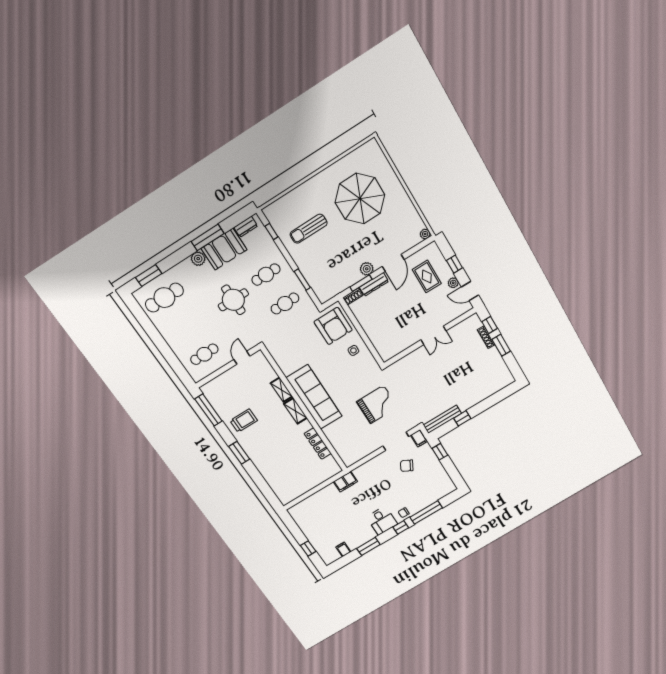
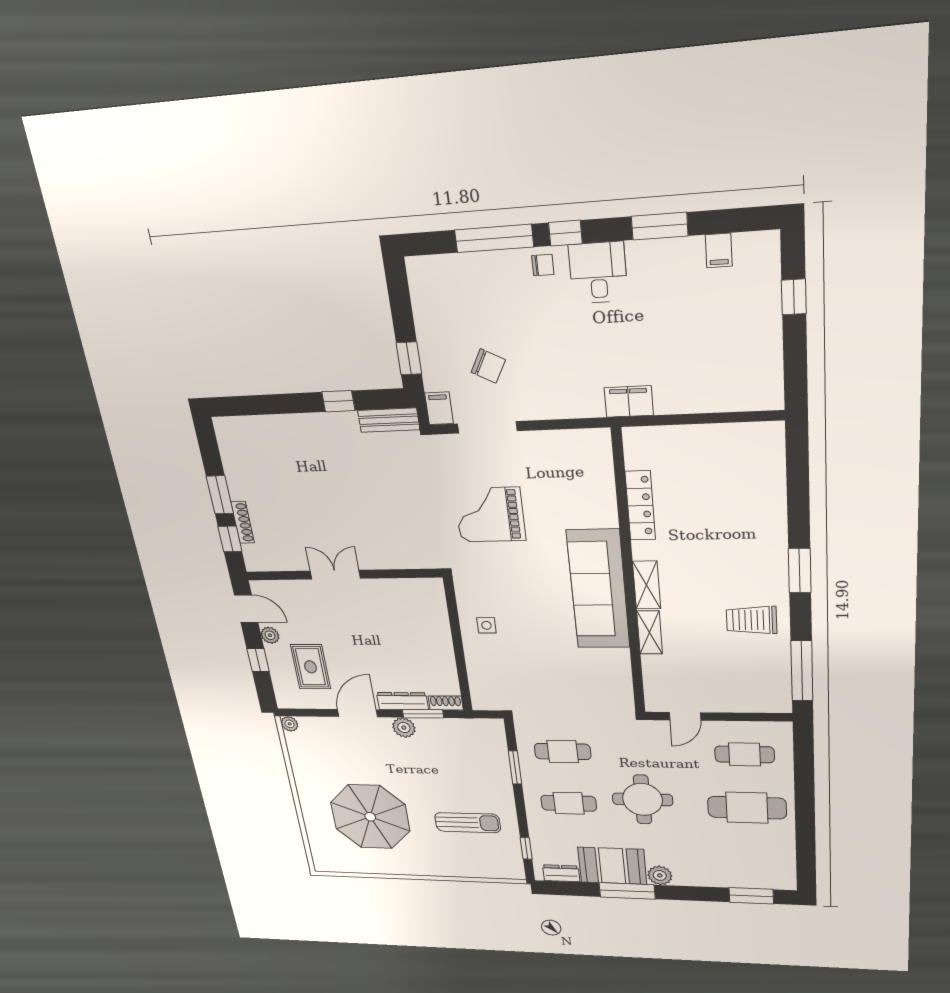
cafe table: (164, 298) -> (747, 808), moved
armchair: (333, 326) -> (501, 679), removed
bench: (442, 419) -> (389, 420), width x0.73

